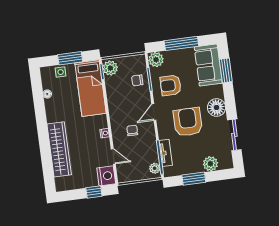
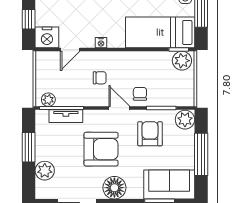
chair: (137, 80) -> (140, 94), moved

